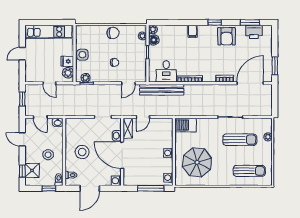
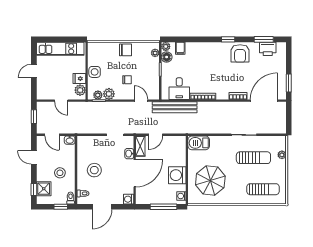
filing cabinet: (193, 31) -> (180, 48), moved
plant: (97, 76) -> (109, 94), added
door: (128, 83) -> (141, 101), swing flipped
washing machine: (168, 153) -> (177, 175), width x1.89, depth x1.89
door: (122, 155) -> (135, 173), swing flipped

